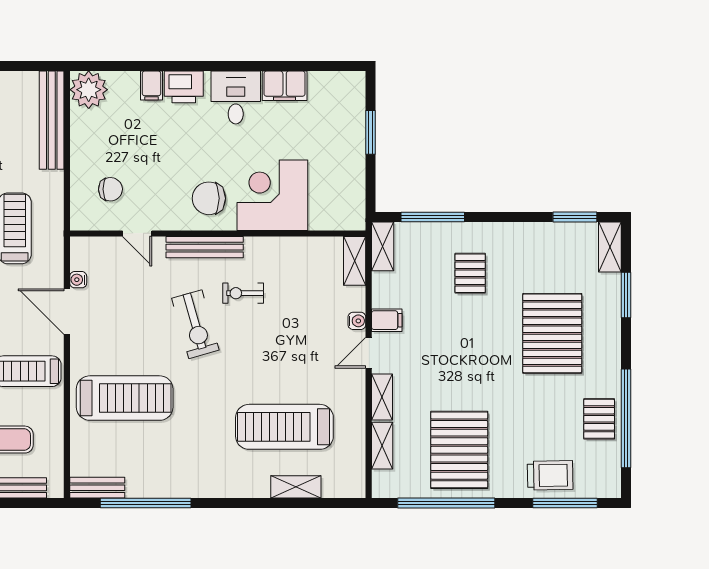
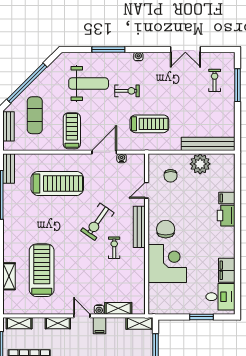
plant: (89, 90) -> (200, 164), moved
desk: (236, 97) -> (220, 297), moved
shelving: (355, 261) -> (118, 308), moved
exercise bike: (195, 324) -> (97, 222), turned -39
treadmill: (125, 398) -> (57, 183), turned -90
shelving: (382, 446) -> (19, 323), moved

